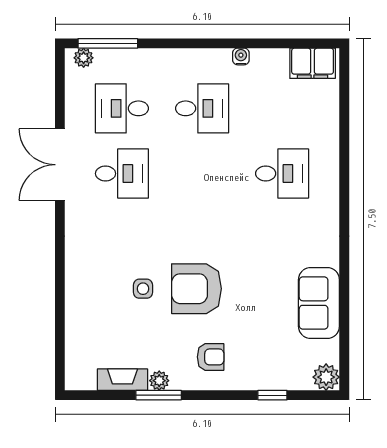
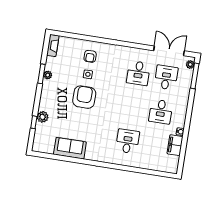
filing cabinet: (313, 63) -> (175, 145), moved
double door: (60, 165) -> (169, 51), moved
desk: (282, 174) -> (128, 141), turned 180
armchair: (211, 357) -> (90, 56), moved
plant: (326, 377) -> (43, 117), moved
fireplace: (122, 380) -> (53, 46), moved

